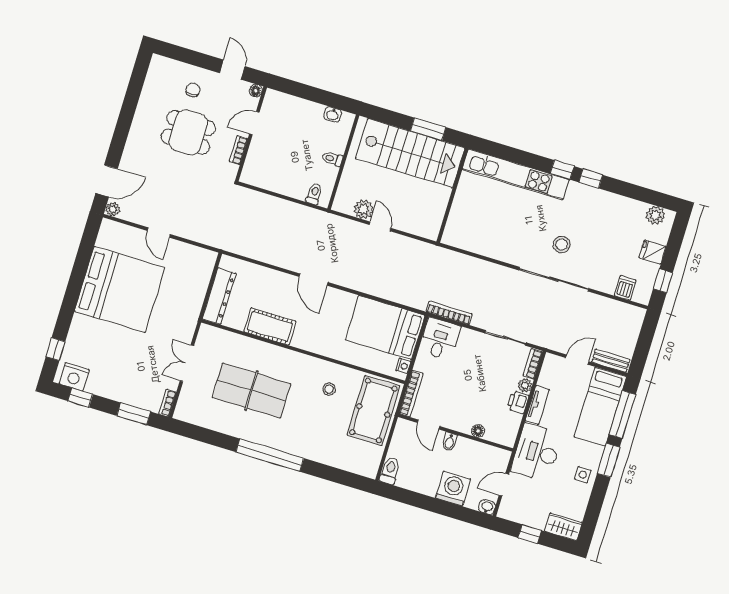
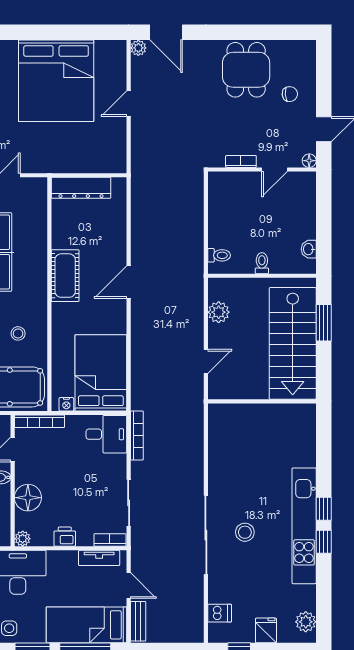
door: (254, 123) -> (275, 169), swing flipped
window: (428, 129) -> (324, 323), moved
dining table: (188, 132) -> (246, 70), moved
kitchen unit: (516, 174) -> (304, 526), moved
door: (380, 226) -> (206, 361), moved
cot: (270, 326) -> (65, 276), moved
plant: (525, 385) -> (23, 539), moved
tv unit: (537, 405) -> (99, 558), moved
floor lamp: (478, 431) -> (28, 498), width x1.89, depth x1.89

